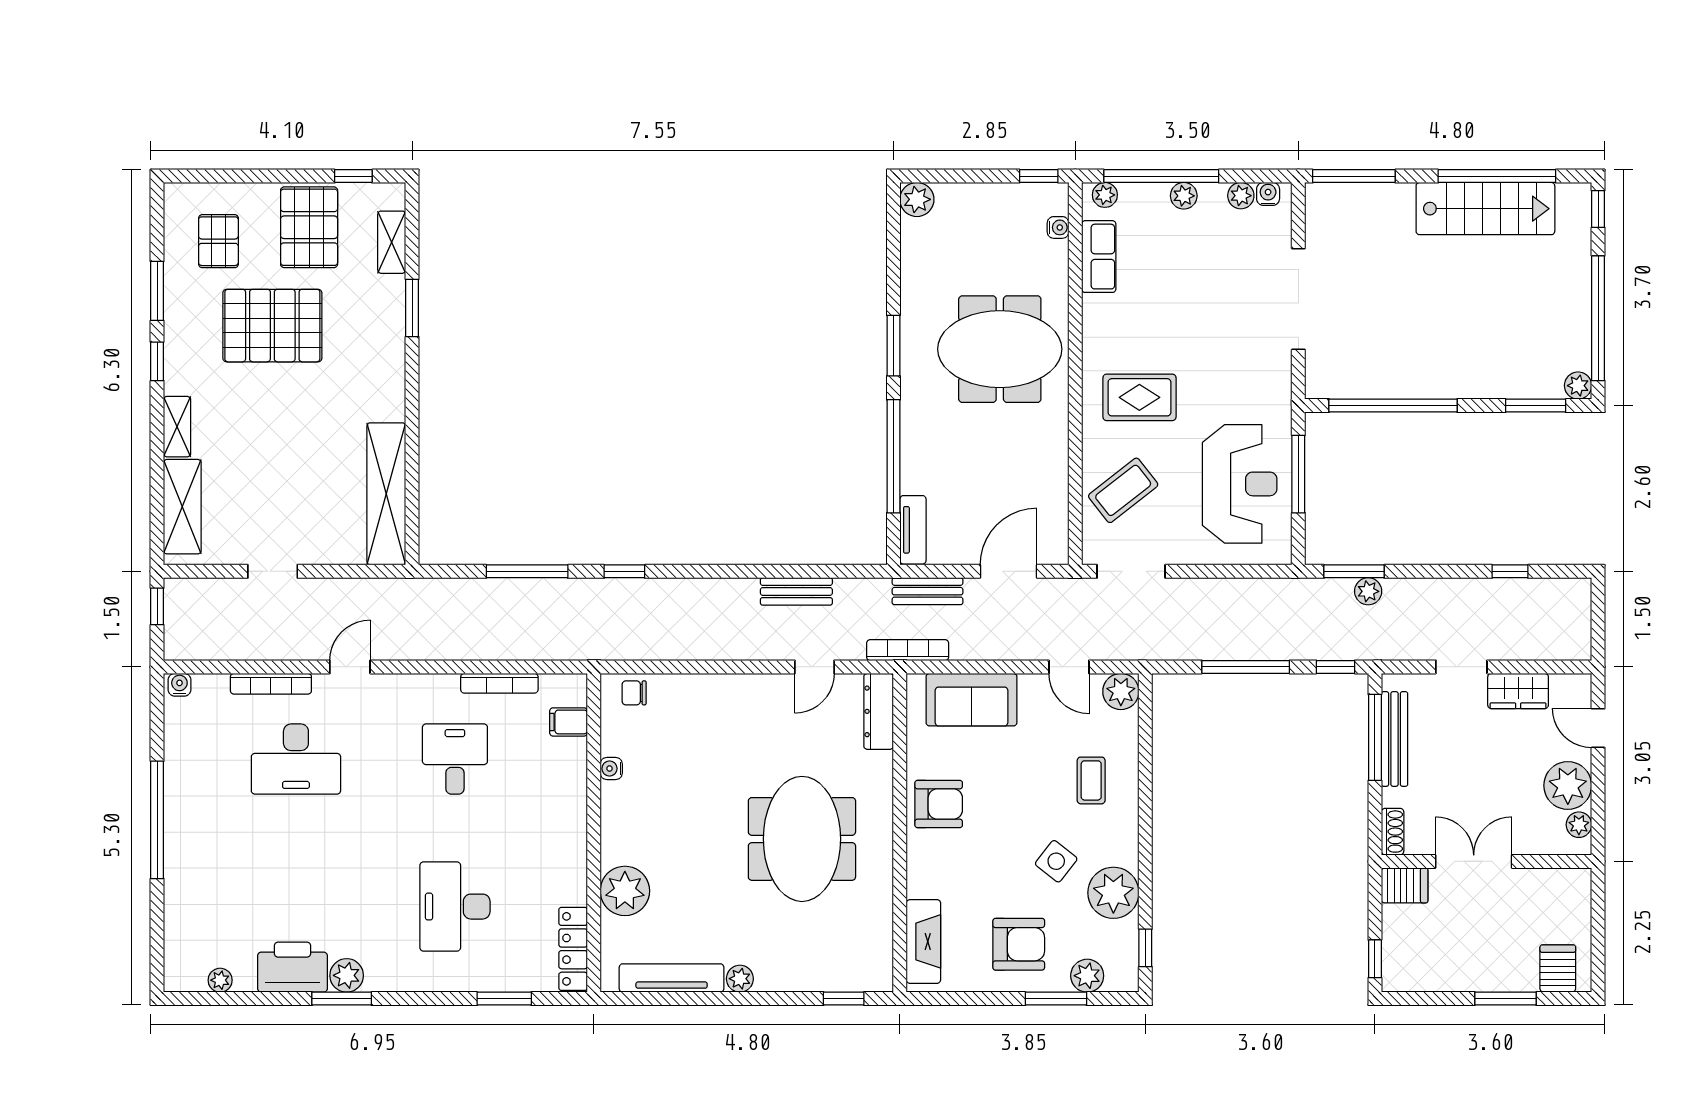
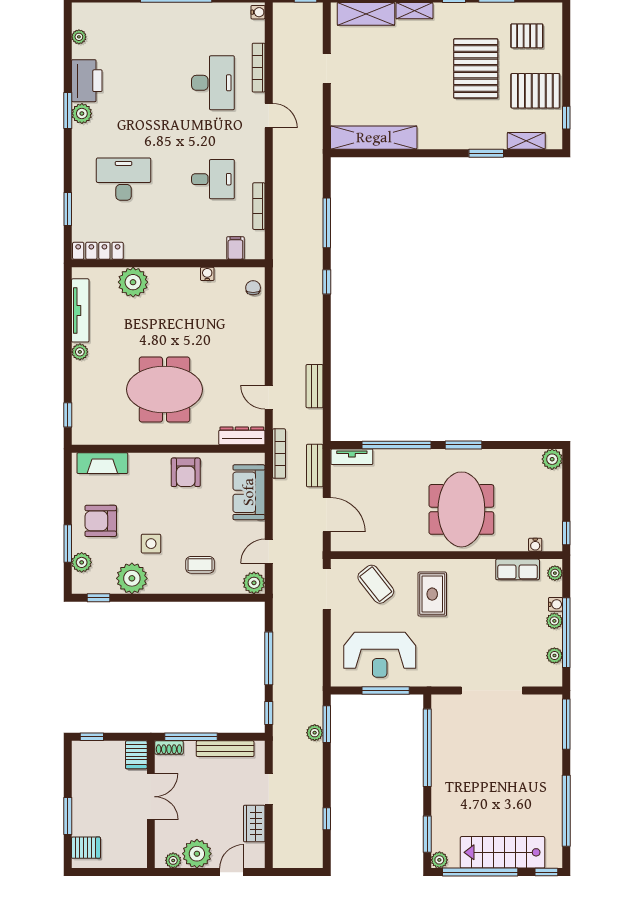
window: (1161, 176) -> (566, 633), moved
water cooler: (1268, 194) -> (556, 604), moved
stairs: (1485, 209) -> (502, 852), moved, turned 90
window: (1375, 737) -> (191, 737), moved
desk: (296, 759) -> (213, 83), turned 180
side table: (1056, 861) -> (151, 544), turned -38
armchair: (1019, 944) -> (101, 521), turned 90

